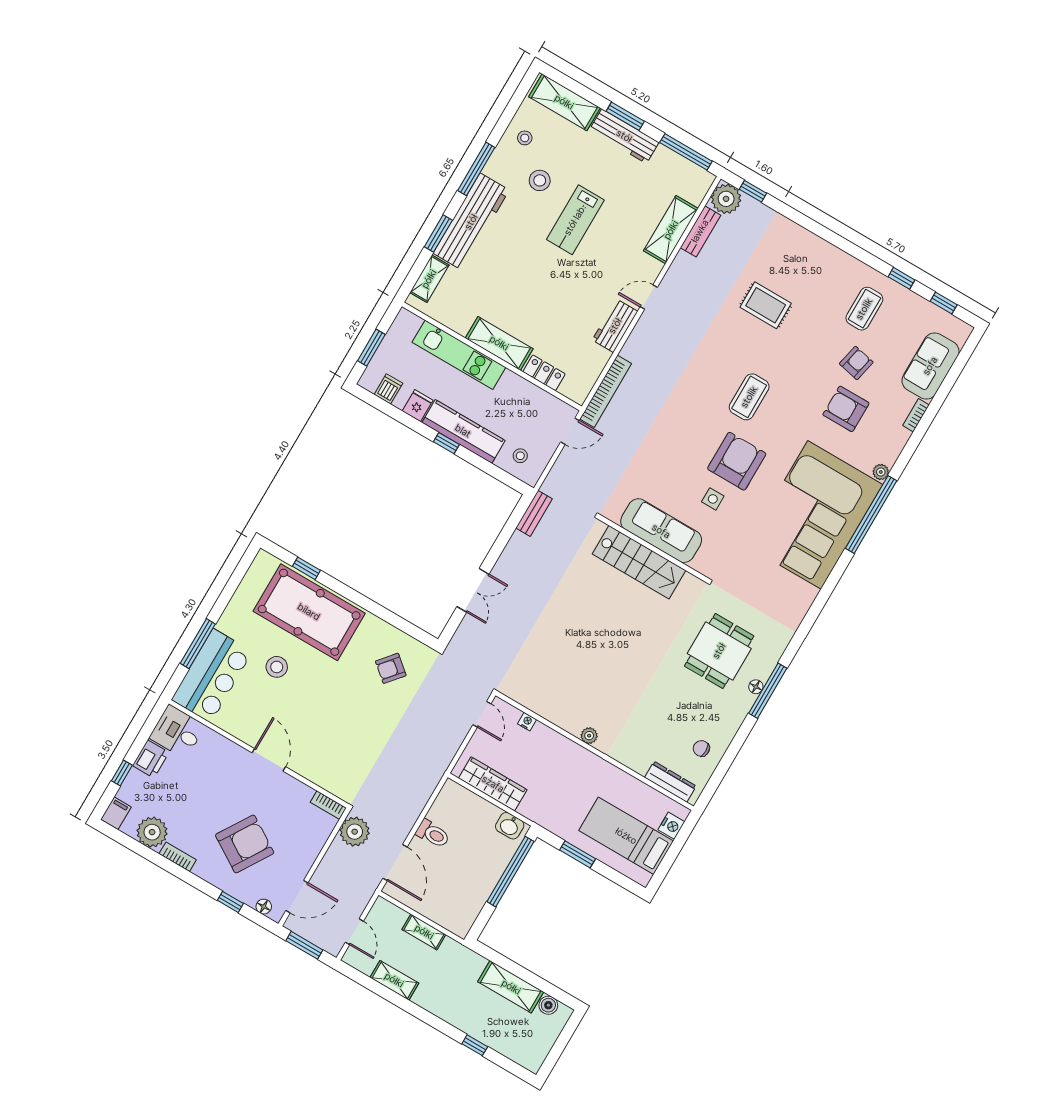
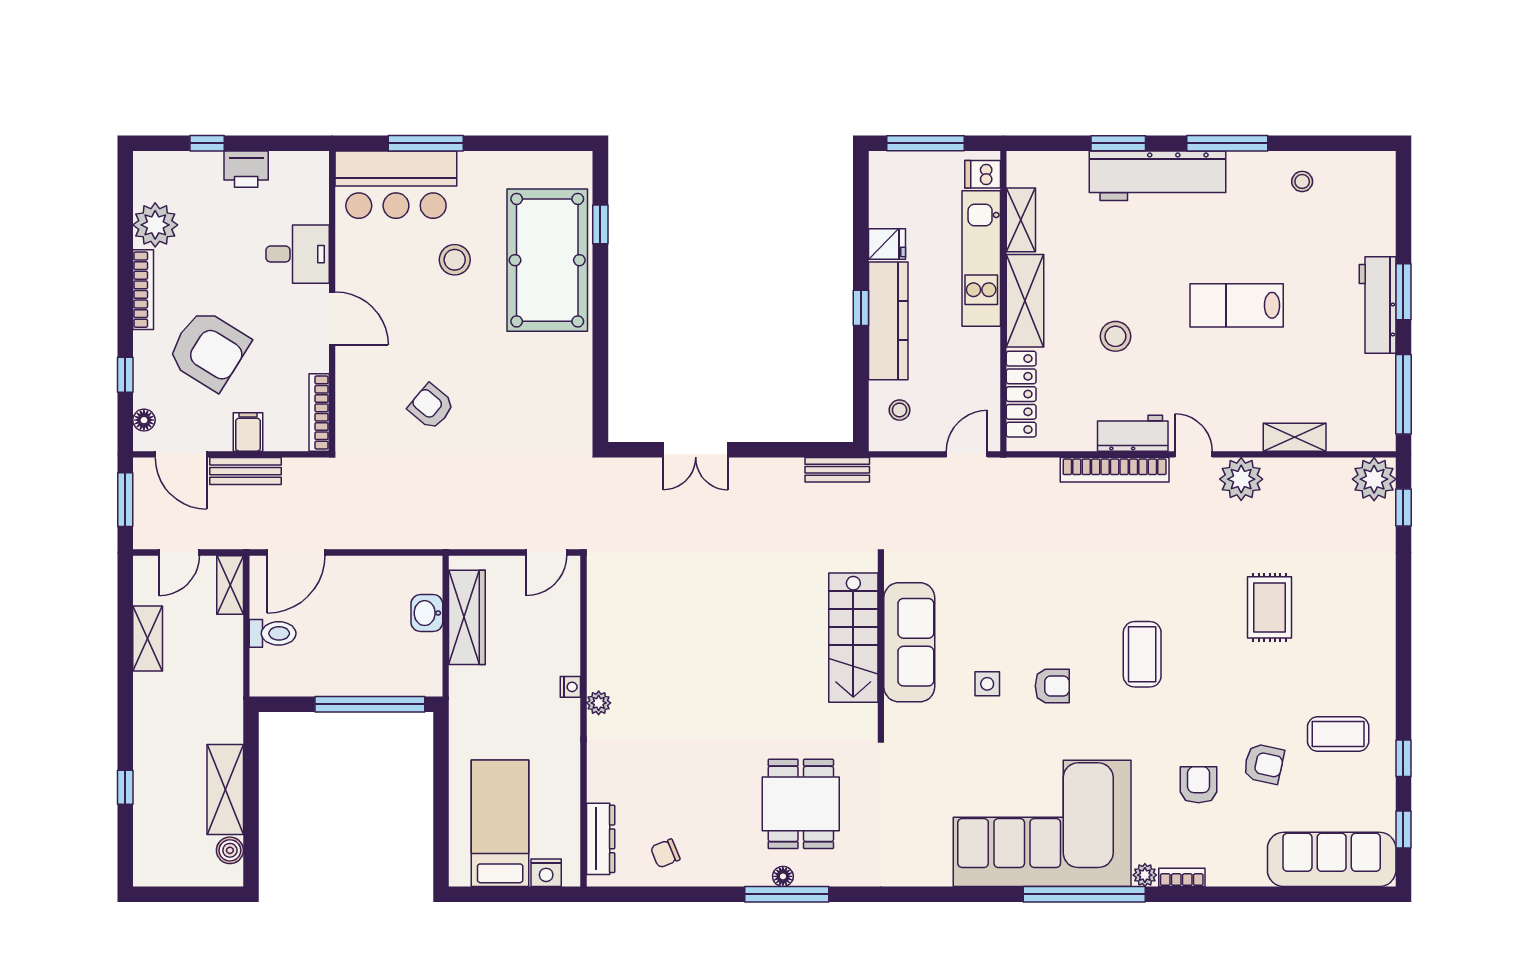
shelving: (564, 102) -> (1376, 205), removed
stool: (540, 180) -> (1115, 336), moved
shelving: (671, 230) -> (1295, 437), width x0.67, depth x0.75
bench: (700, 231) -> (246, 471), moved
shelving: (429, 279) -> (1021, 220), moved, turned 90
window: (371, 348) -> (926, 143), width x1.44
sofa: (930, 366) -> (1332, 859), width x1.36
locker: (544, 373) -> (1021, 394), width x1.53
dishwasher: (388, 389) -> (983, 174), moved, turned 180
bookcase: (606, 391) -> (1115, 470), moved
coffee table: (749, 397) -> (1142, 654), turned 90
armchair: (846, 409) -> (1198, 785), width x0.72, depth x0.72
bookcase: (916, 415) -> (1182, 877), moved
door: (570, 431) -> (967, 454), swing flipped
armchair: (737, 461) -> (1052, 686), width x0.53, depth x0.53
dining table: (719, 651) -> (801, 804), turned 90
armchair: (391, 668) -> (431, 406), moved
nightstand: (527, 722) -> (570, 687), moved
desk: (177, 732) -> (298, 254), moved, turned 90
chair: (701, 748) -> (665, 853), turned -112
door: (269, 760) -> (332, 318), hinge flipped
bookcase: (328, 805) -> (319, 413), width x1.56
filing cabinet: (116, 813) -> (248, 432), moved, turned -90
washbasin: (510, 826) -> (427, 613), moved
plant: (355, 832) -> (1241, 479), moved
toilet: (433, 834) -> (273, 633), moved, turned -90
window: (578, 854) -> (441, 776), removed
bookcase: (178, 857) -> (143, 290), width x1.56
shelving: (424, 932) -> (230, 585), moved

